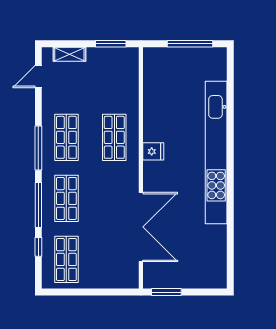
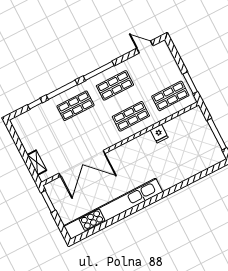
shelving: (69, 54) -> (37, 163), moved
fridge: (153, 151) -> (159, 134), moved
kitchen unit: (216, 153) -> (113, 209), moved
shop shelf: (66, 259) -> (170, 96), moved

